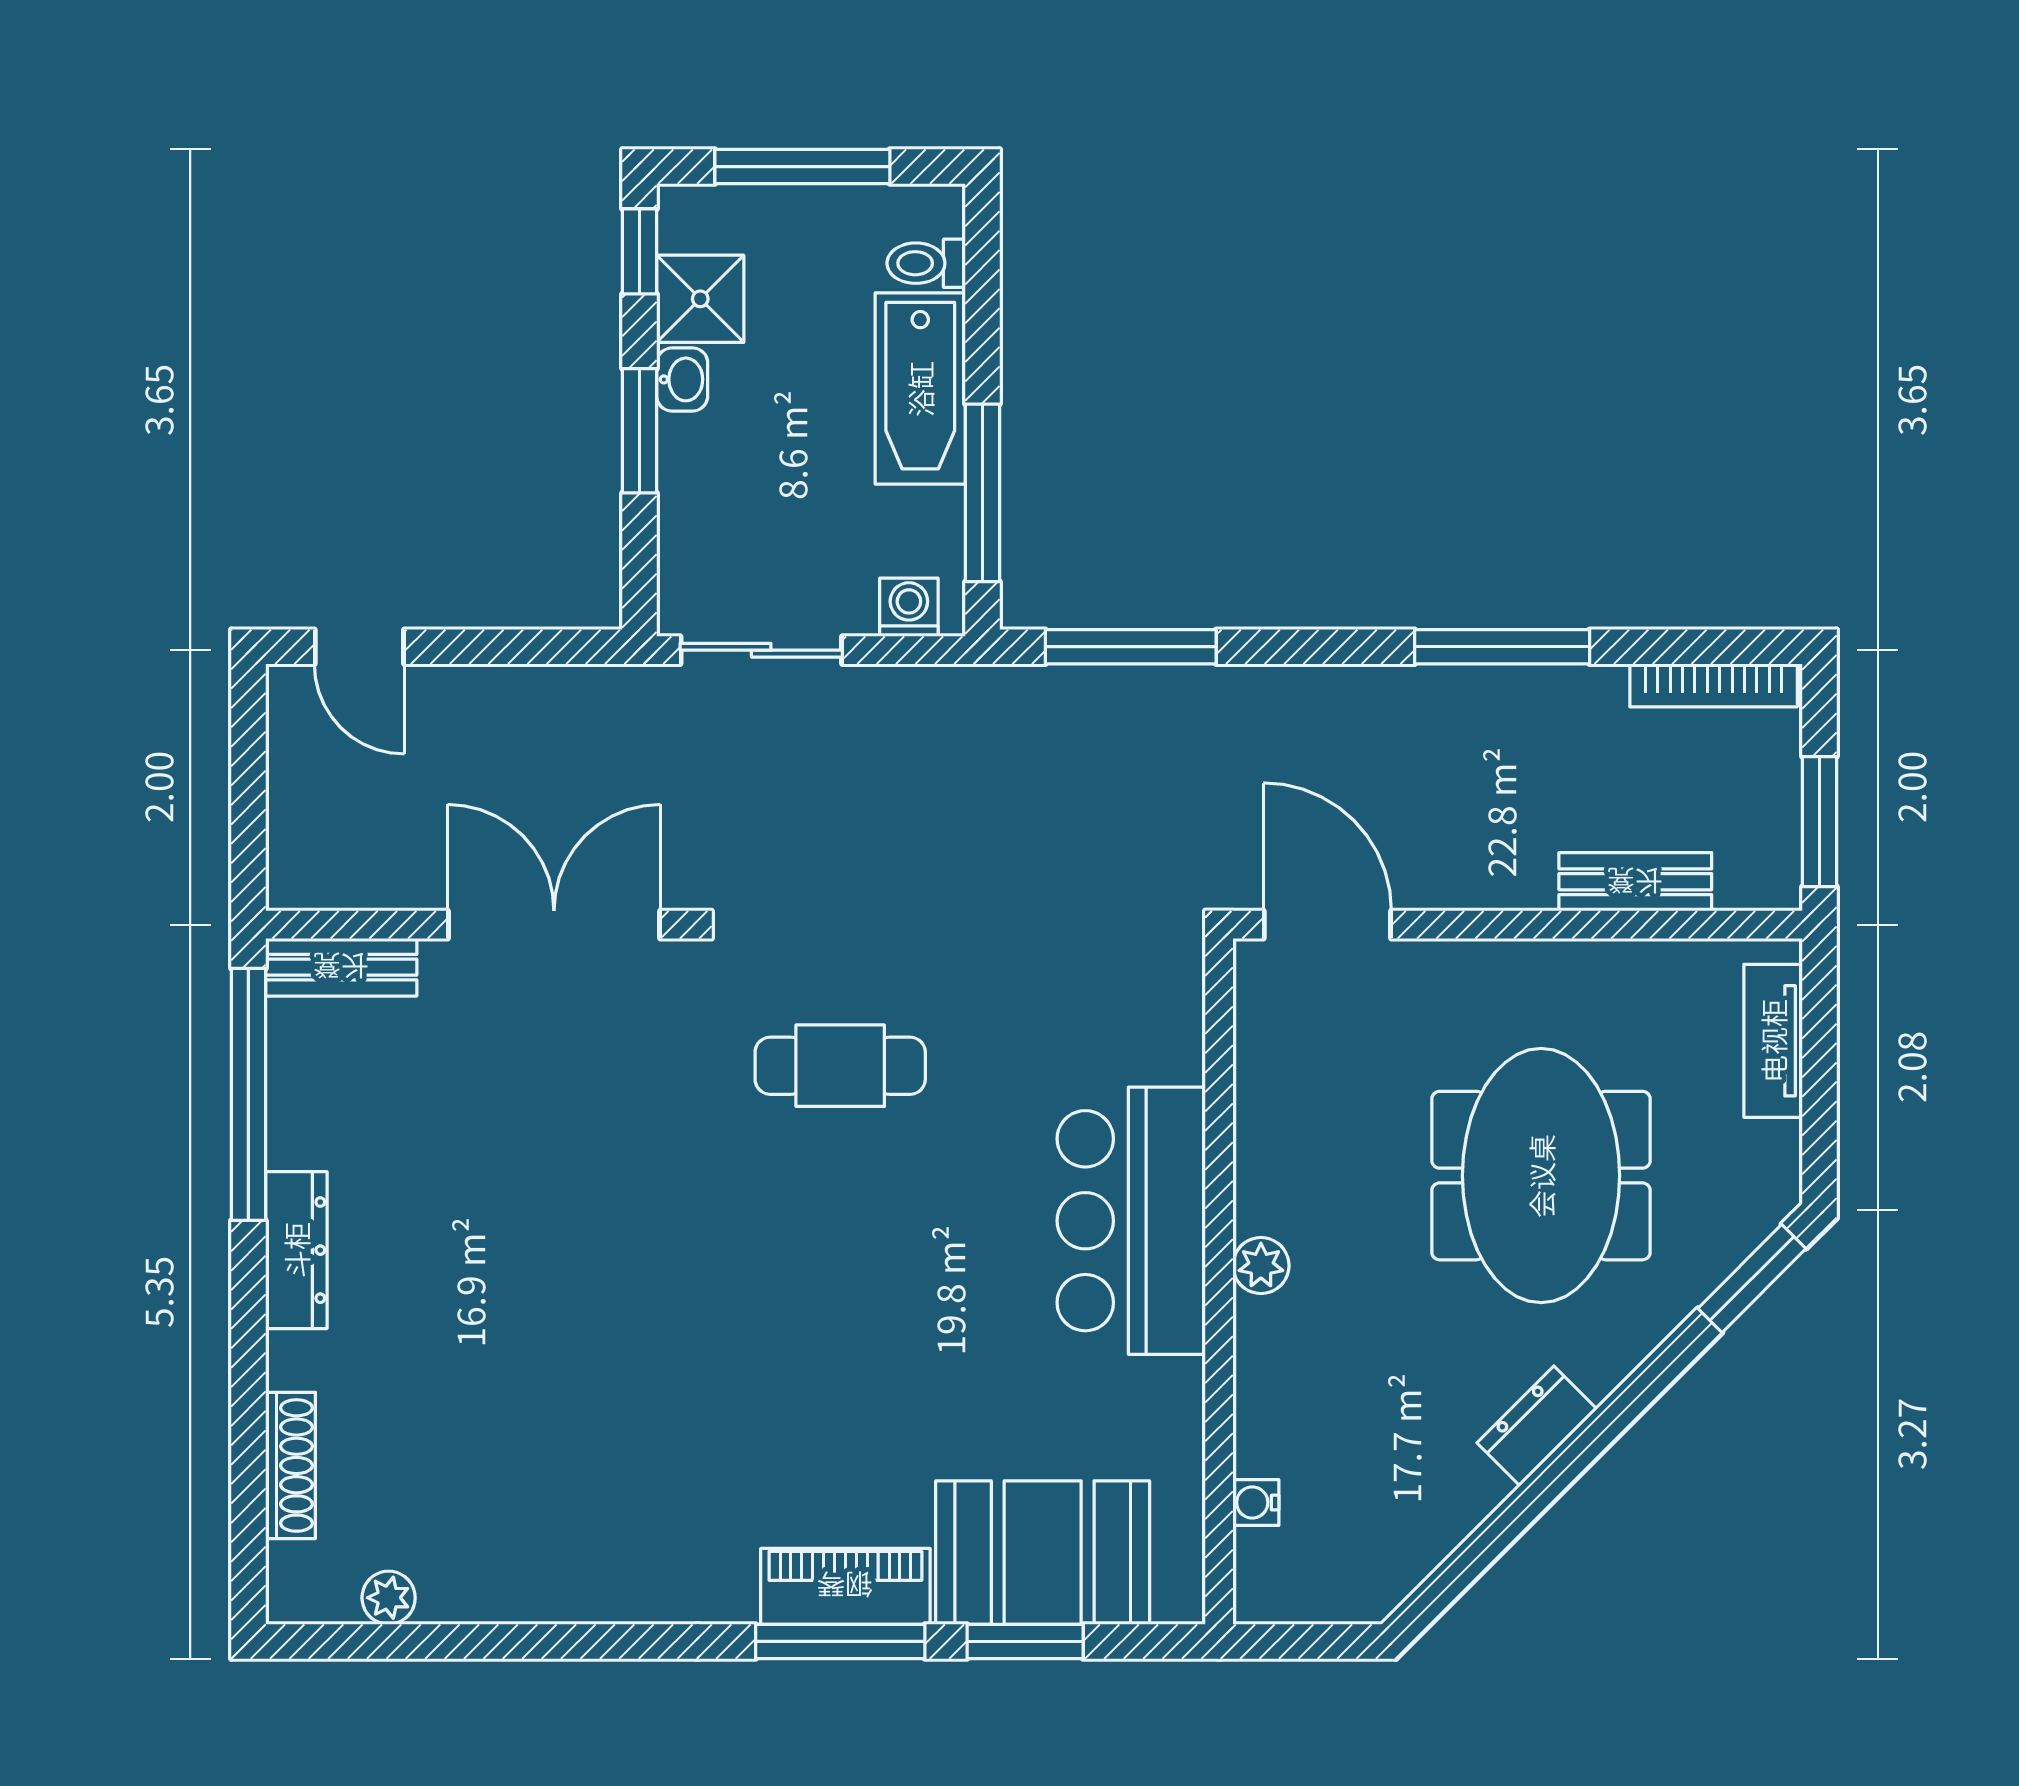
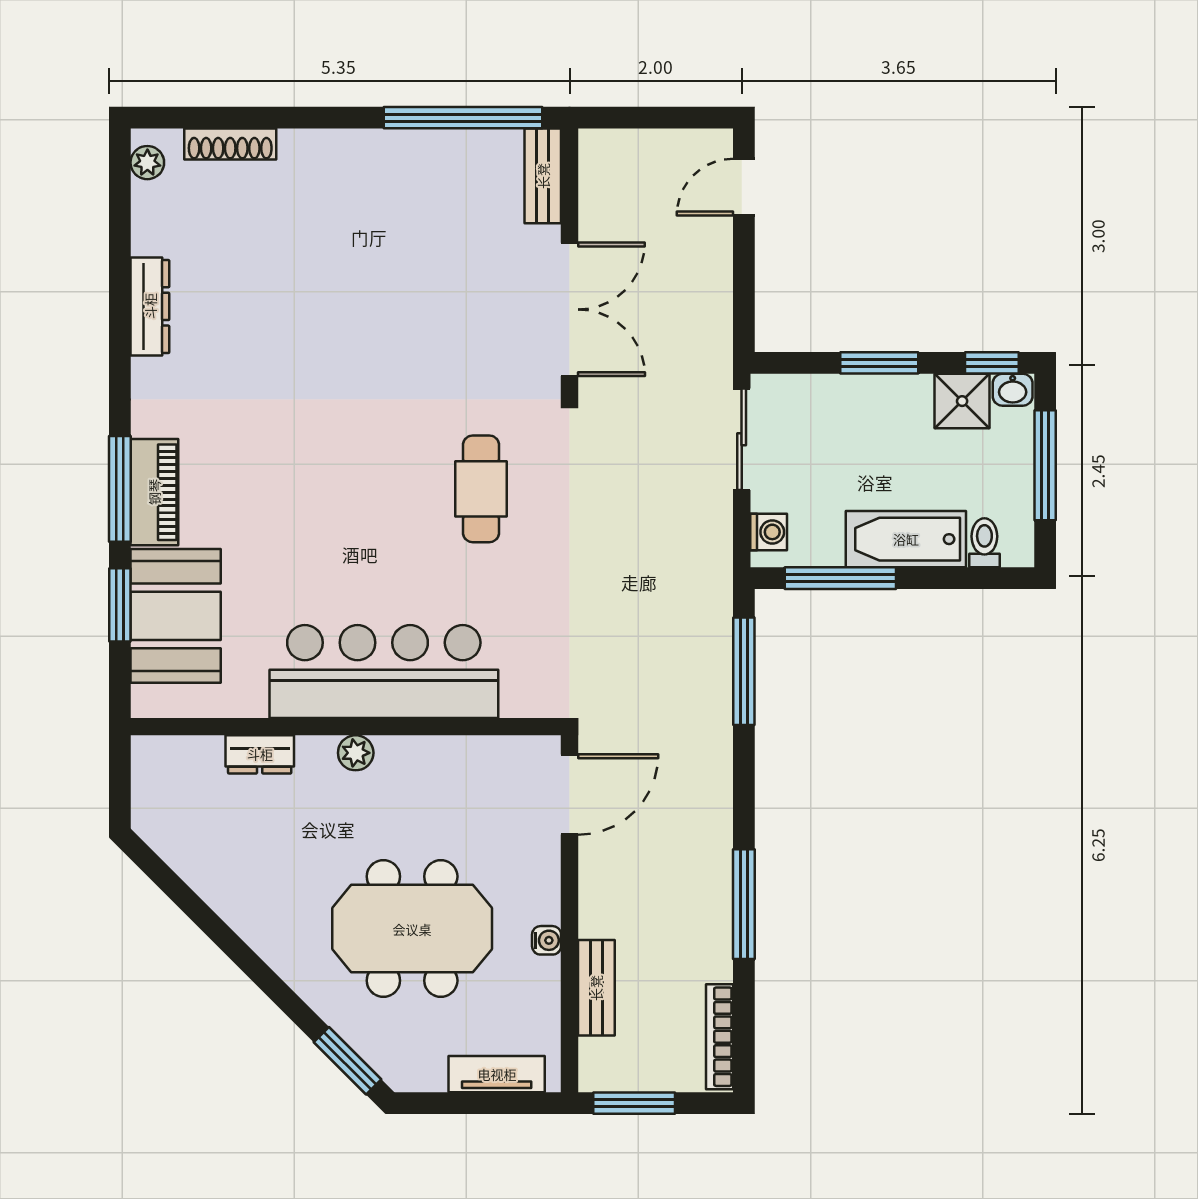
washbasin: (682, 379) -> (1013, 390), moved
bar counter: (1131, 1221) -> (384, 671), width x1.36
dresser: (296, 1250) -> (150, 306), moved, turned -90
dresser: (1537, 1426) -> (260, 754), moved, turned 135
water cooler: (1256, 1503) -> (547, 940), moved, turned 90
plant: (389, 1598) -> (147, 163), moved

